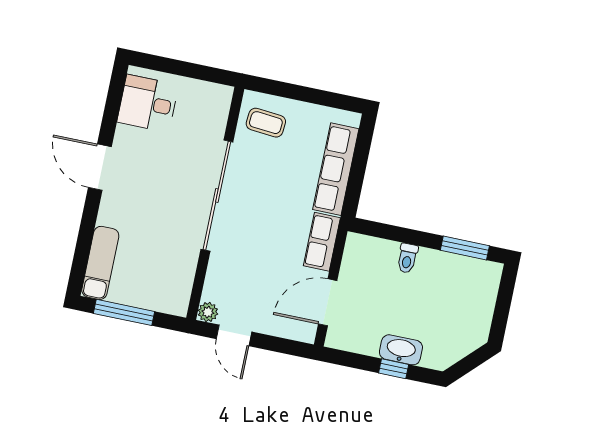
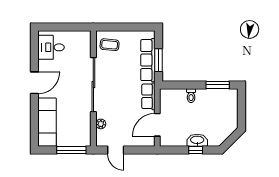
door: (100, 167) -> (34, 83), swing flipped
window: (357, 174) -> (158, 60), added
exam couch: (100, 263) -> (47, 122), width x1.36, depth x1.45
window: (124, 312) -> (71, 150), moved
plant: (208, 312) -> (101, 124), moved

